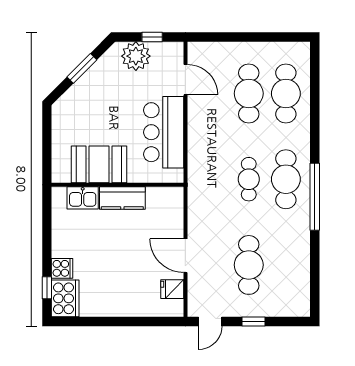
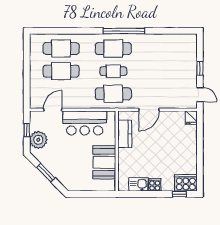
kitchen sink: (83, 198) -> (138, 184), moved, turned -90
kitchen counter: (122, 198) -> (125, 134), moved
door: (185, 256) -> (149, 110), moved
cafe table: (249, 265) -> (113, 94), moved
cooker: (62, 268) -> (155, 185), moved
fridge: (172, 289) -> (191, 118), moved

